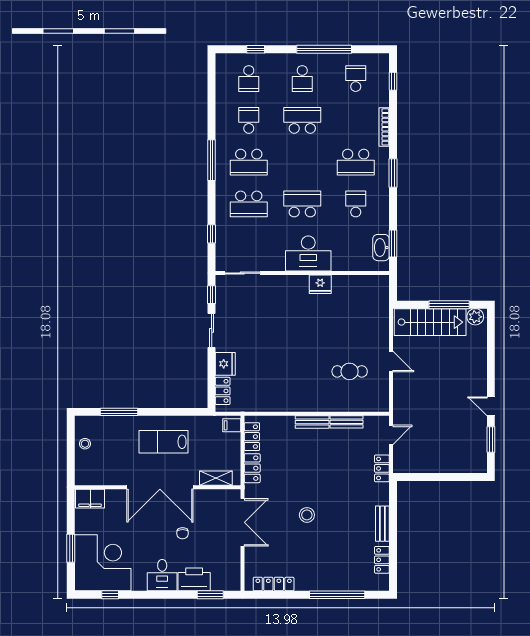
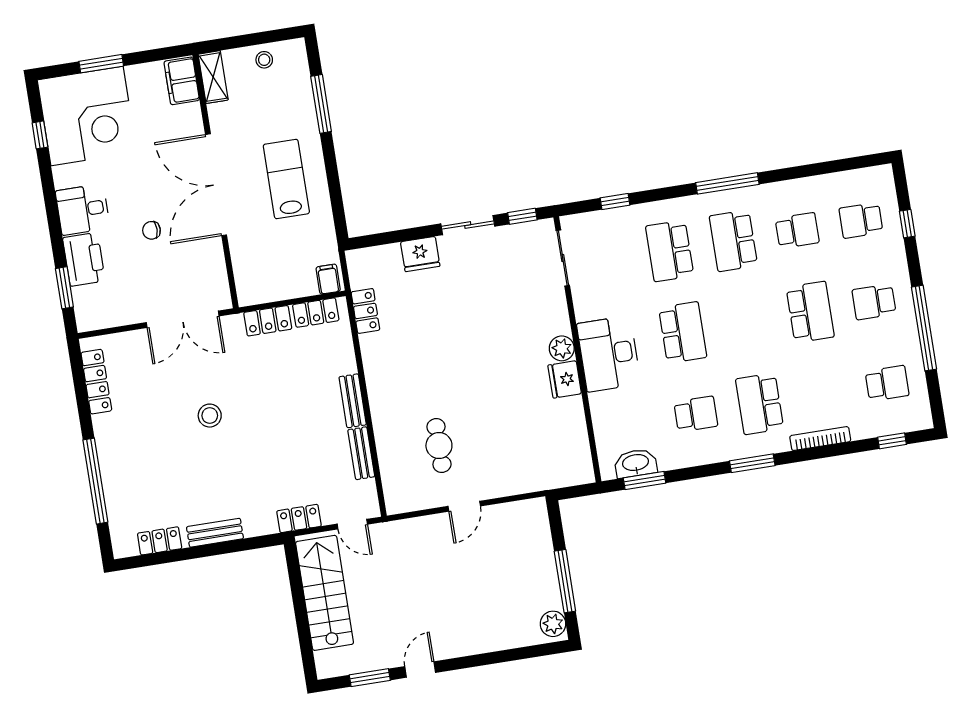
plant: (300, 283) -> (562, 348), added
stairs: (430, 322) -> (325, 593), moved, turned 180
locker: (223, 391) -> (365, 311), moved, turned -90
shelving: (216, 478) -> (213, 77), moved

